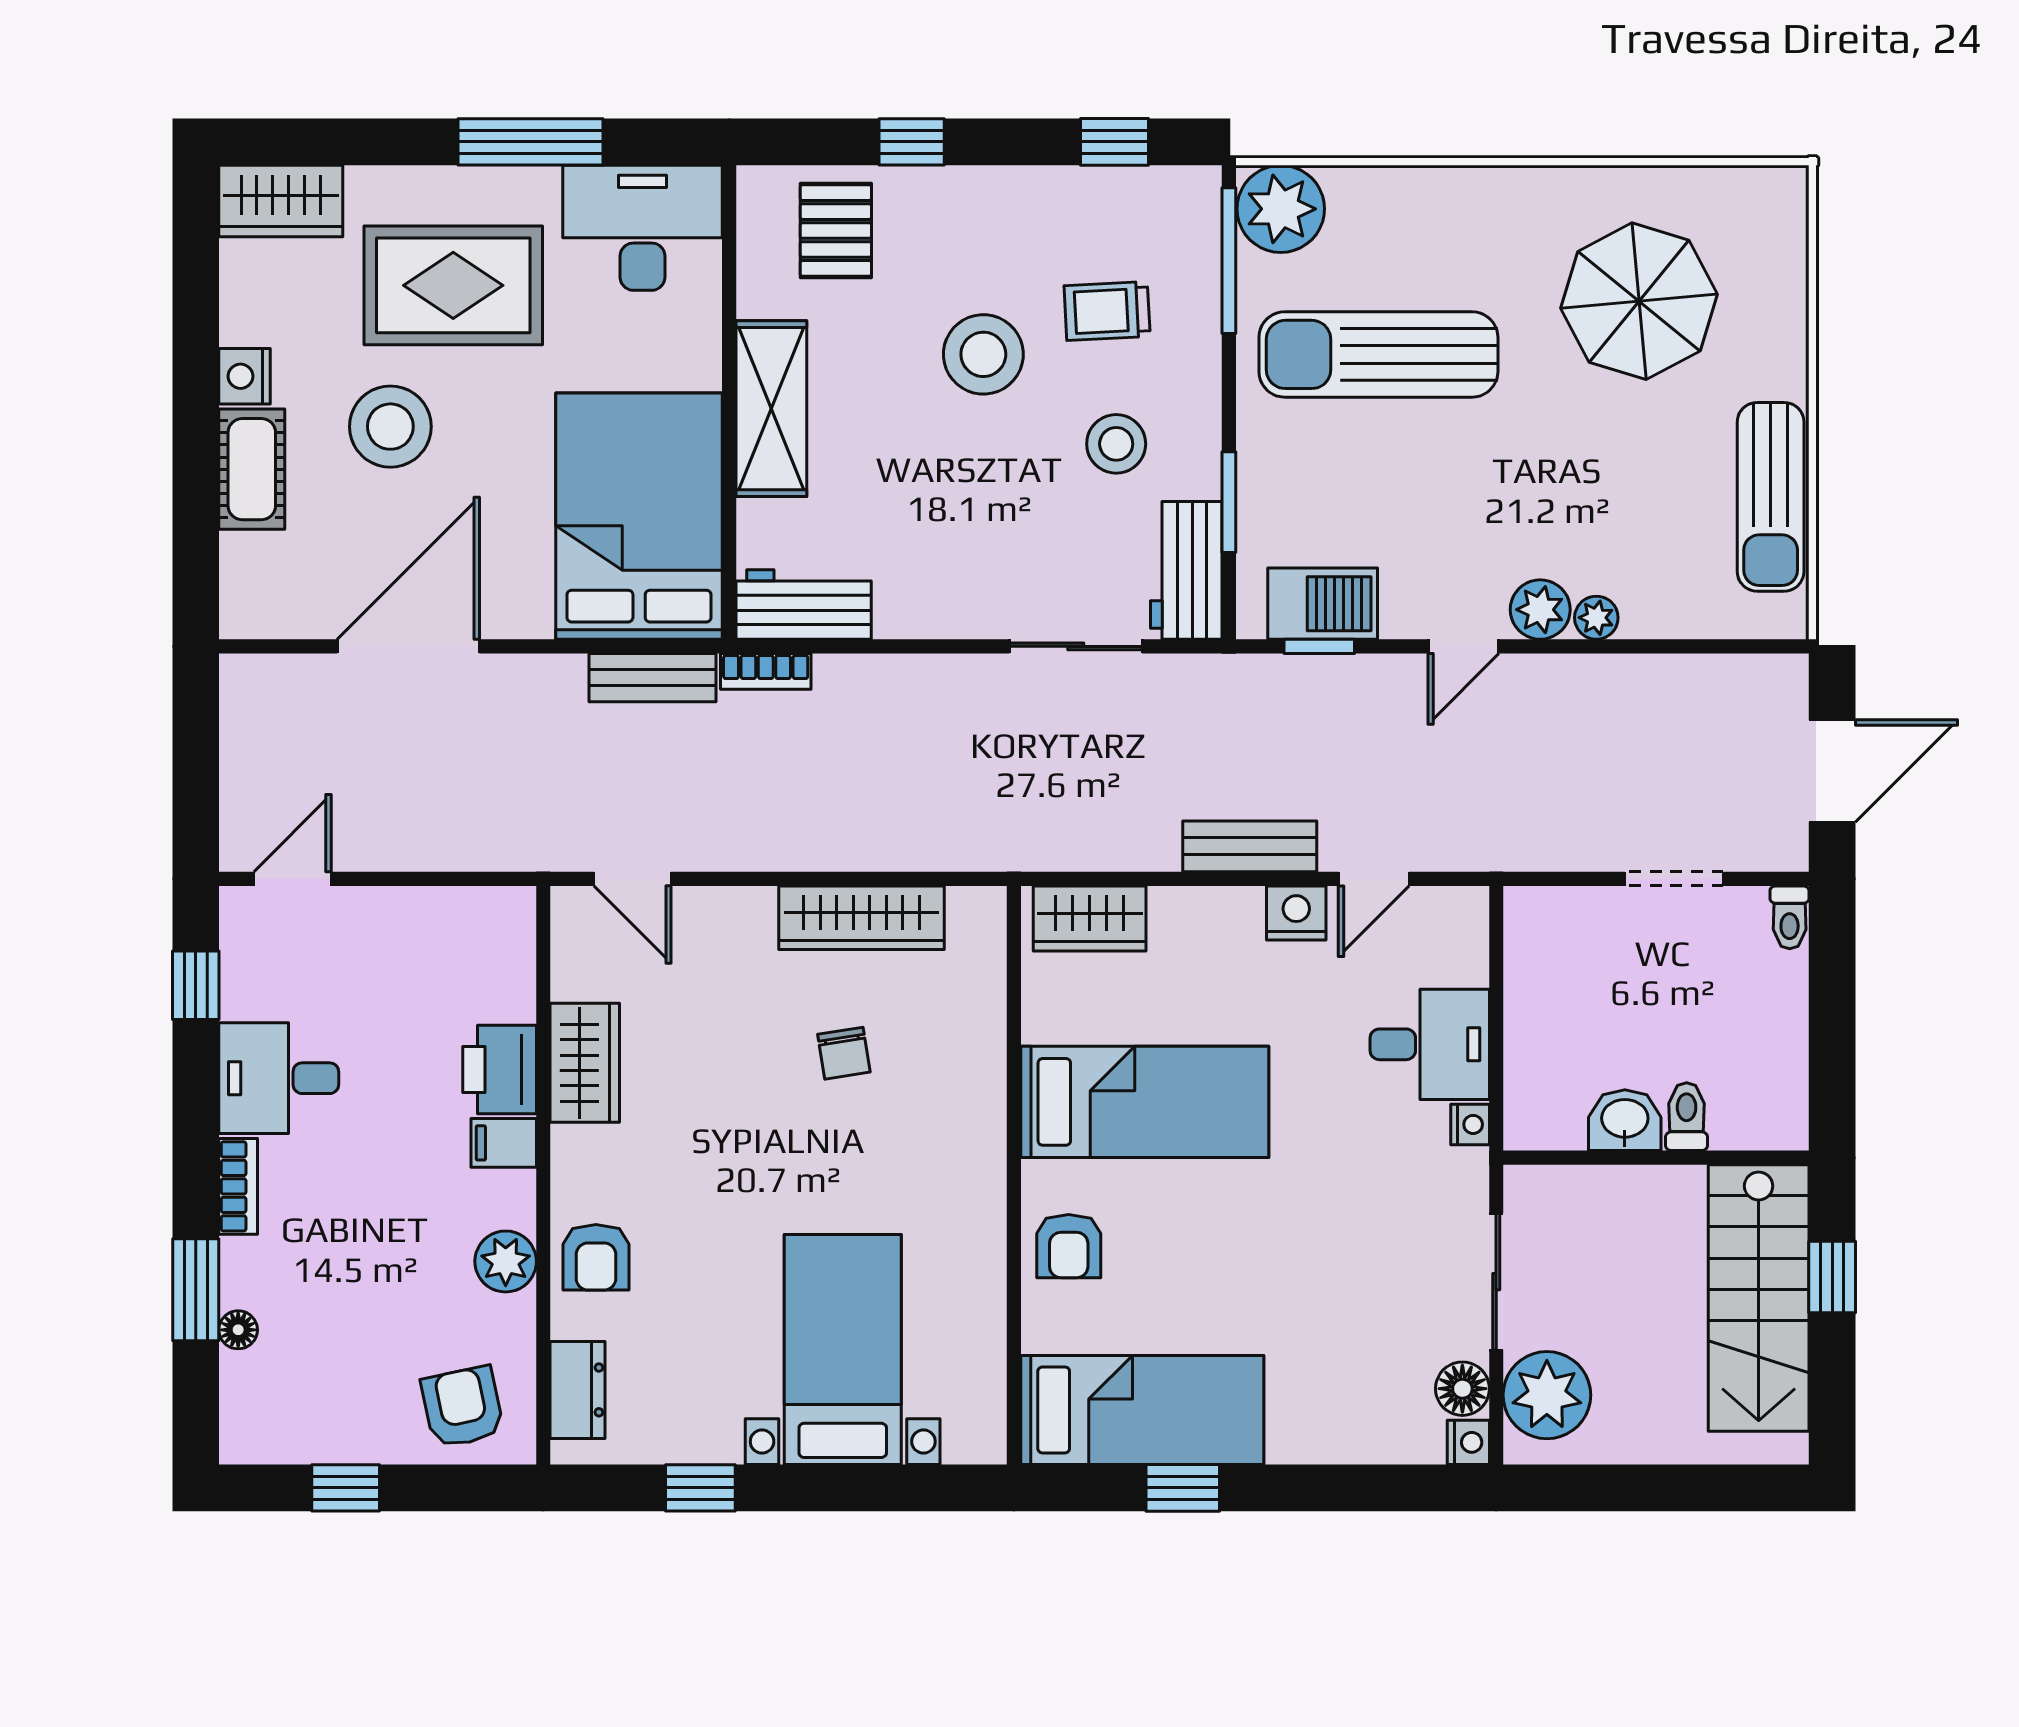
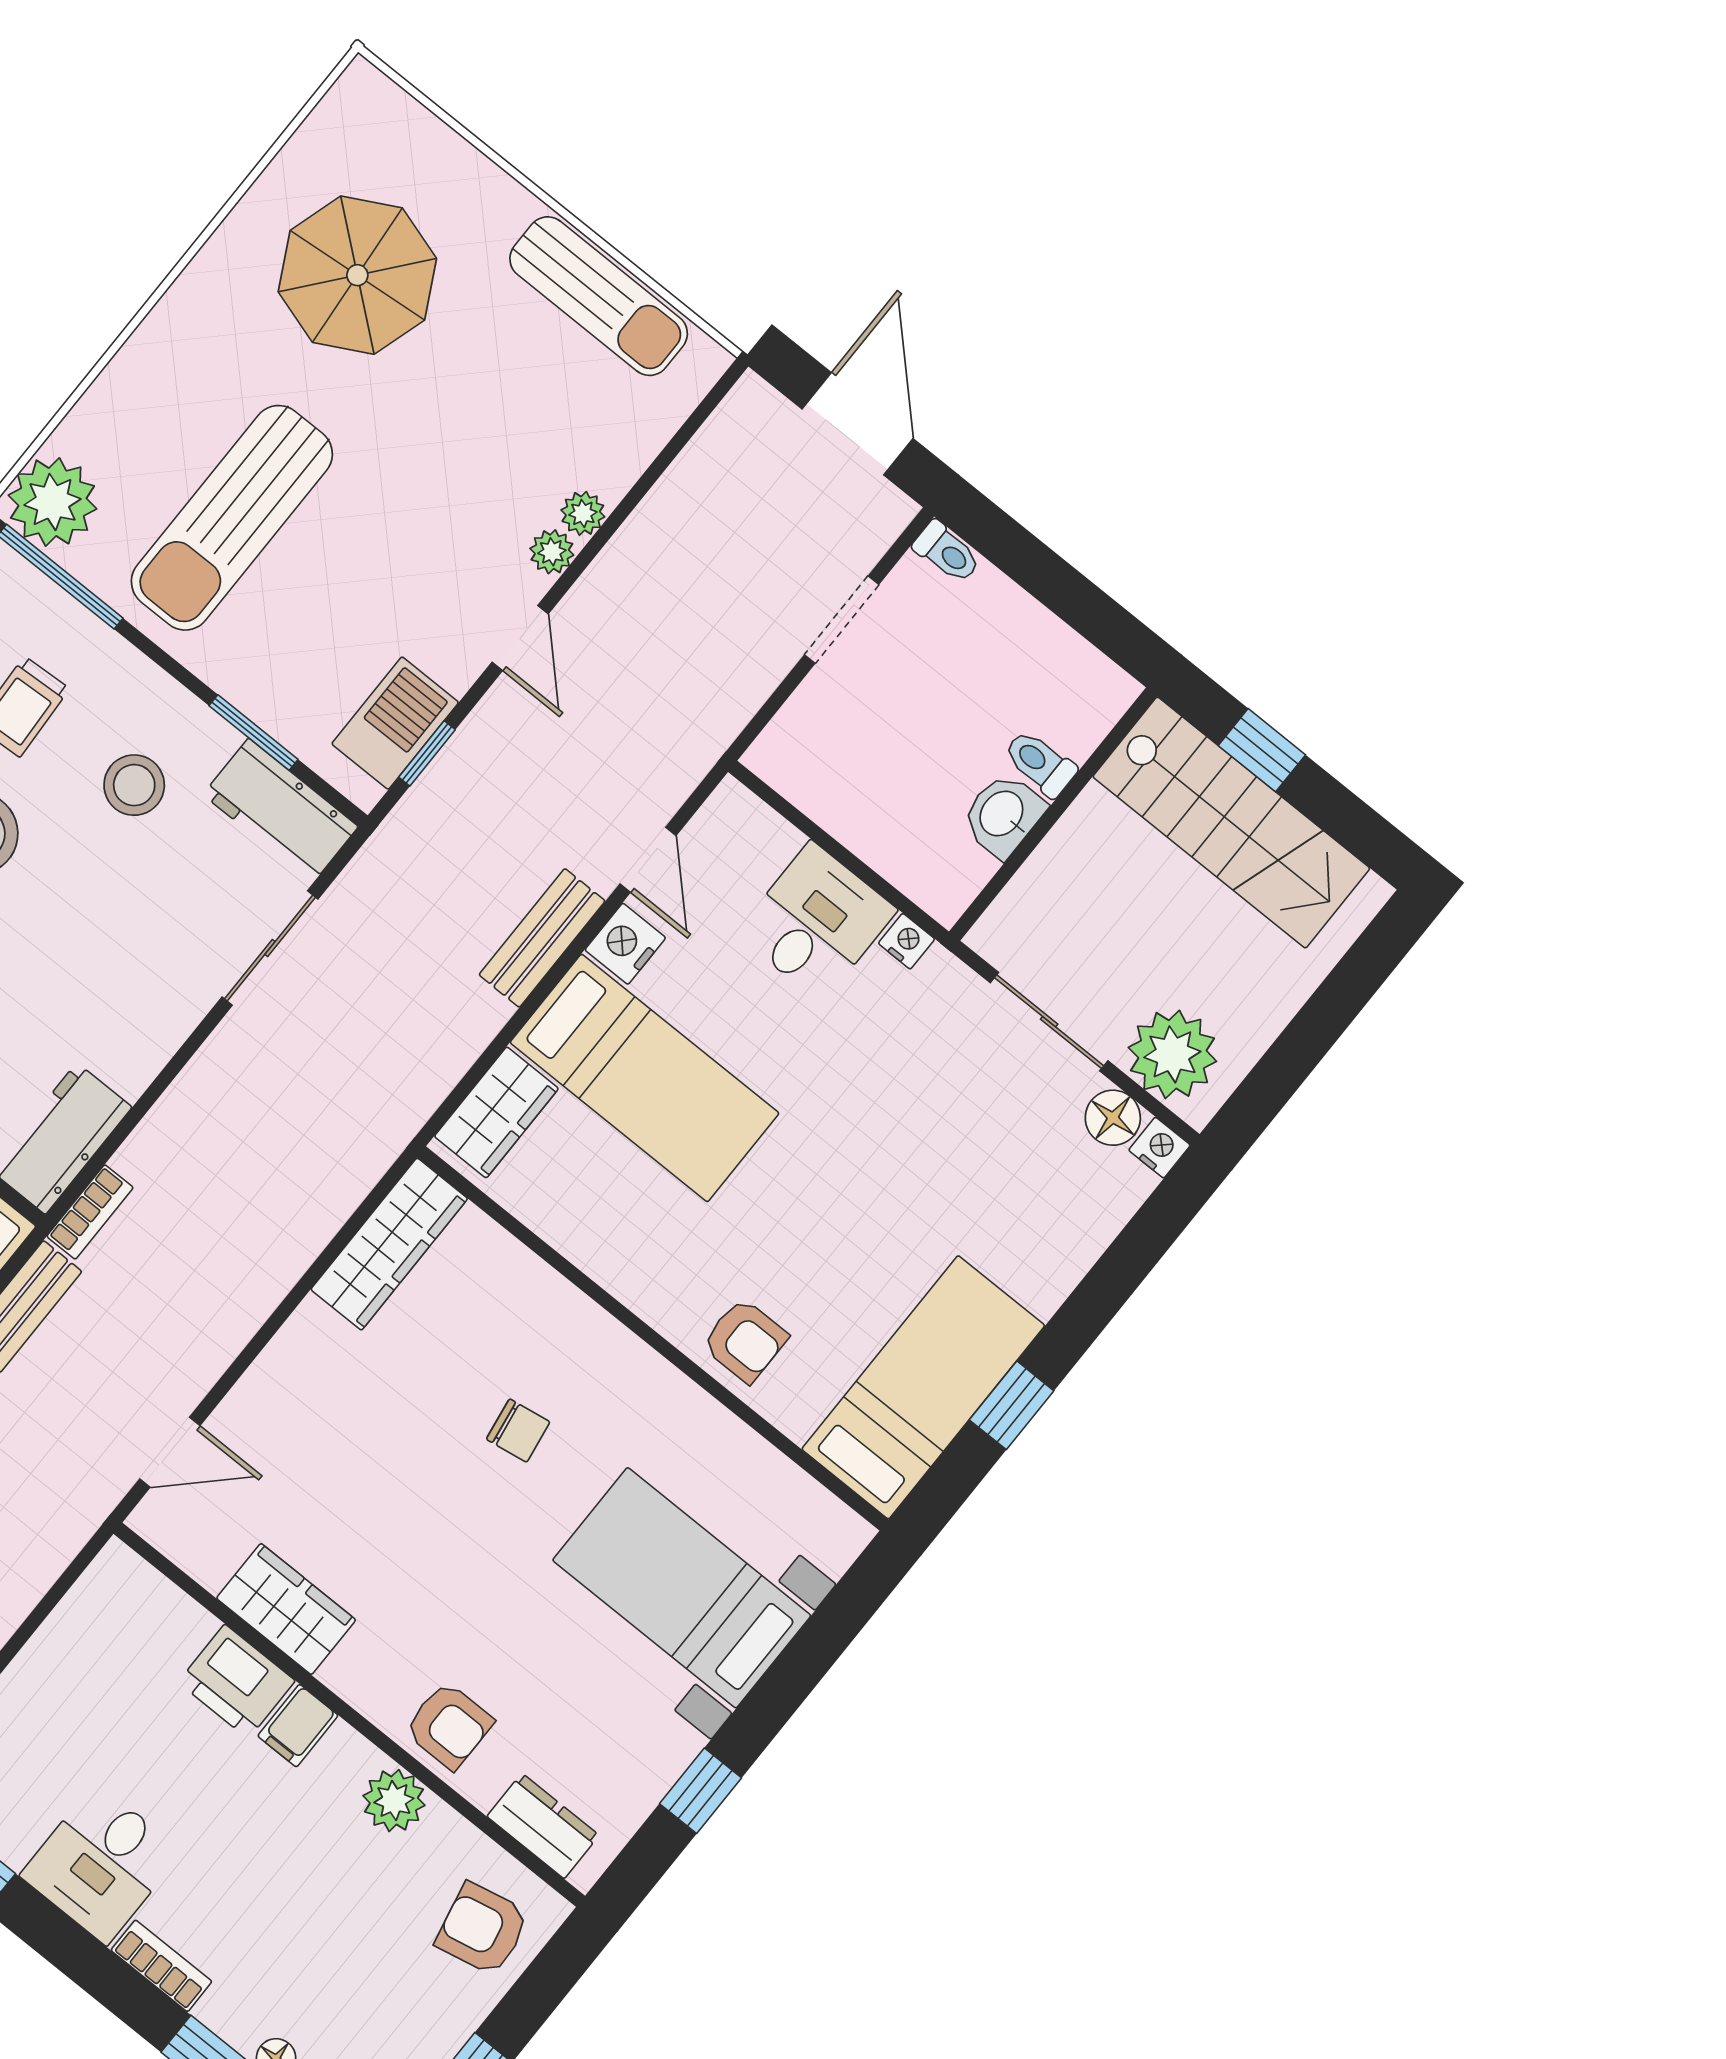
plant: (1540, 610) -> (552, 552), width x0.73, depth x0.73
wardrobe: (861, 918) -> (389, 1244), moved
chair: (844, 1053) -> (518, 1430), moved
bed: (1145, 1102) -> (645, 1078), moved, turned 90

